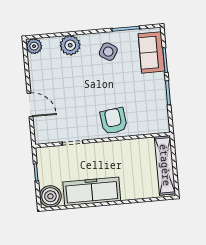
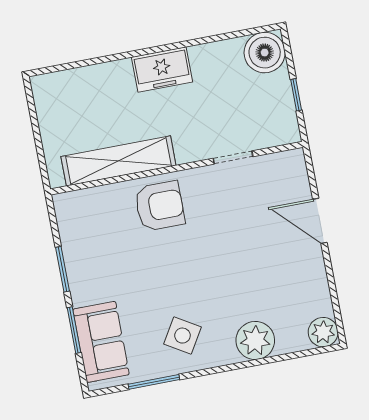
armchair: (114, 121) -> (160, 206), turned -83
shelving: (165, 165) -> (118, 161), moved, turned 90
freezer: (92, 191) -> (162, 70), width x0.52, depth x0.79

